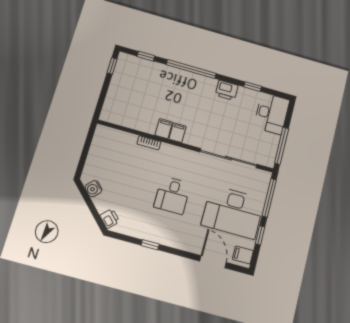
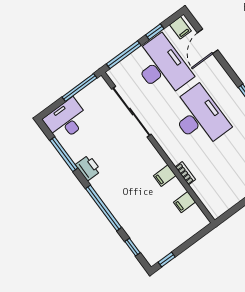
window: (253, 87) -> (64, 154), width x2.17
filing cabinet: (178, 133) -> (185, 202), moved
desk: (172, 195) -> (199, 117), width x1.87, depth x1.30

